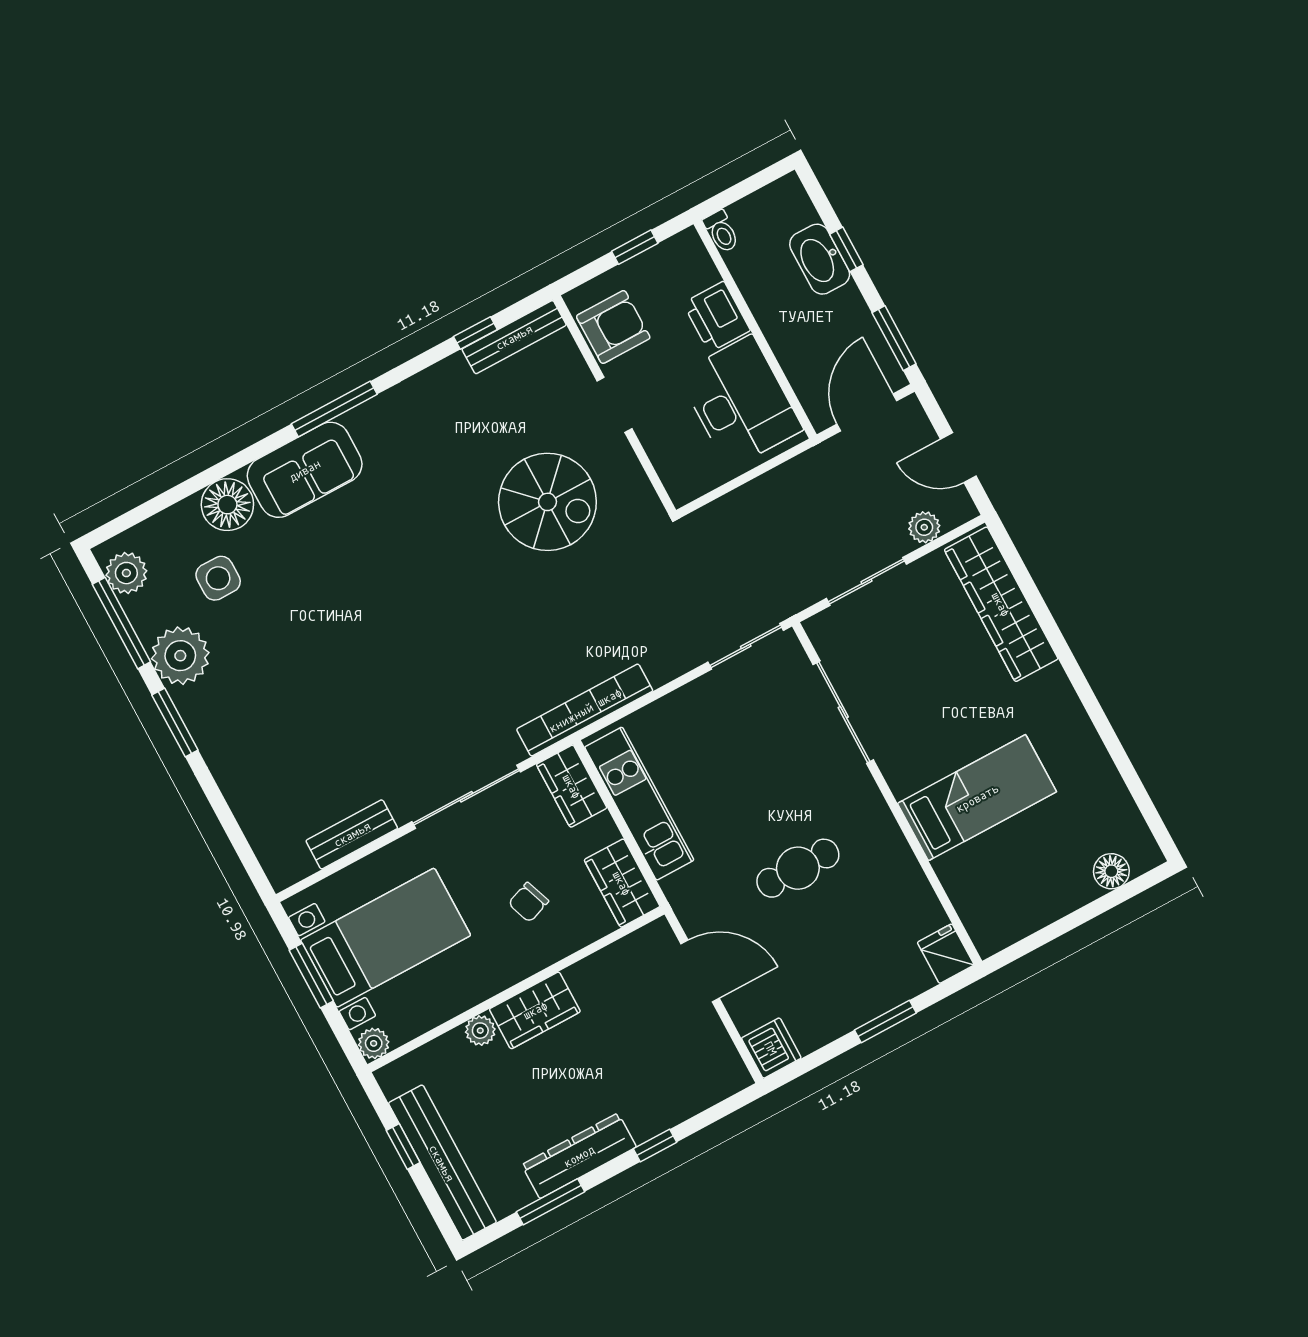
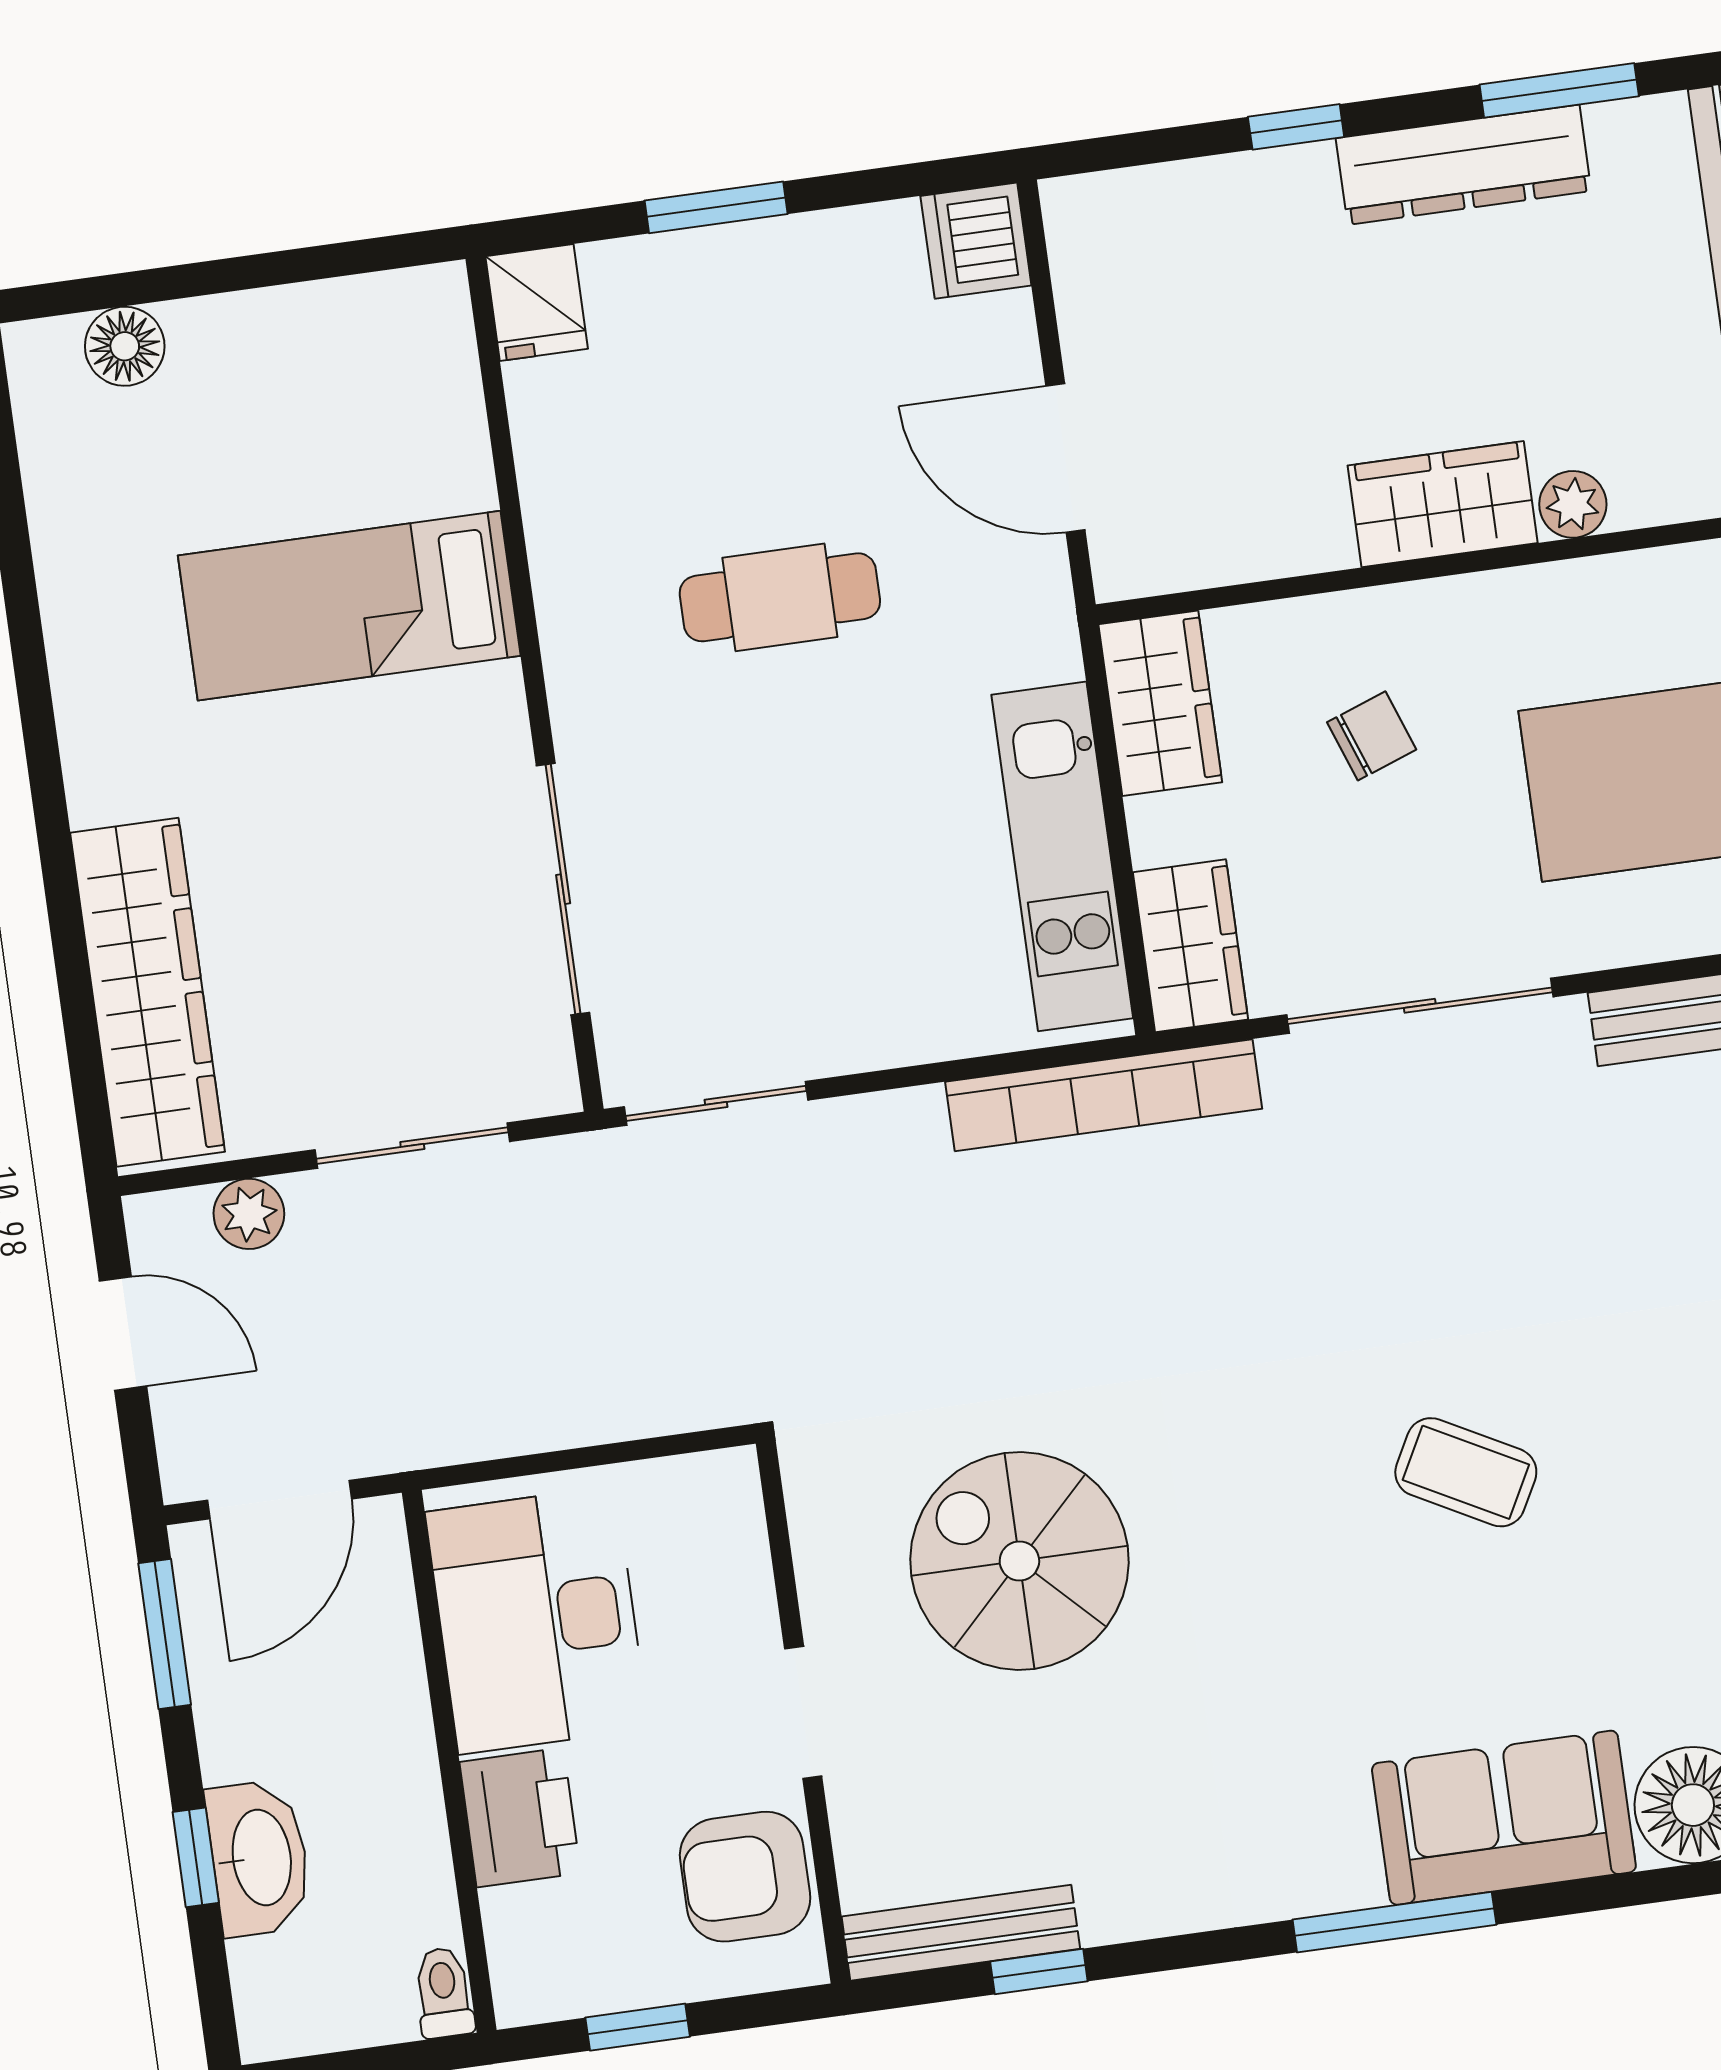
coffee table: (374, 609) -> (1466, 1472), added

